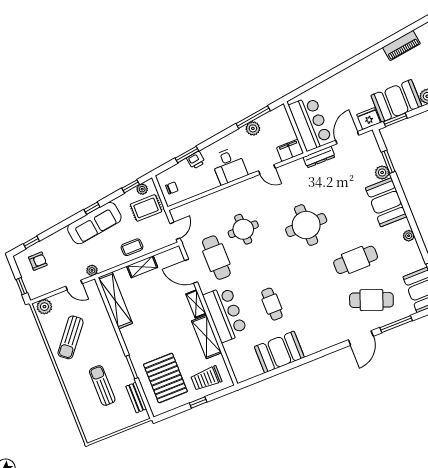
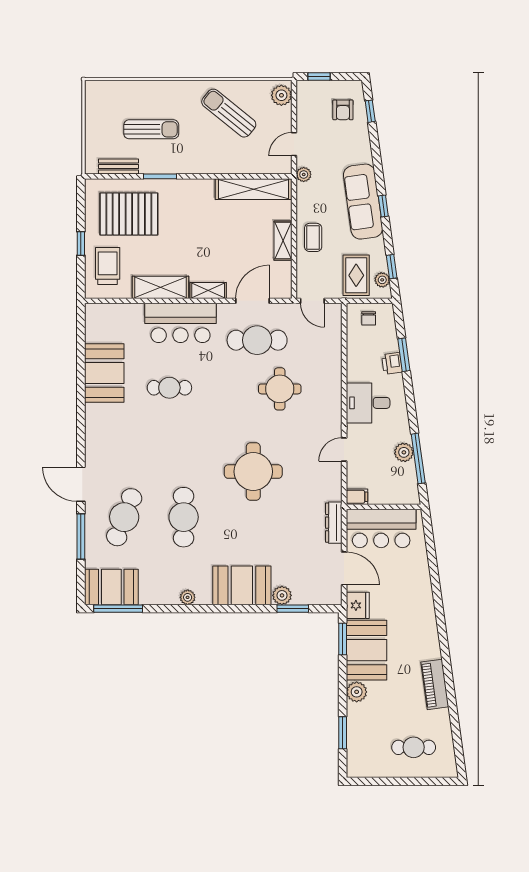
filing cabinet: (290, 150) -> (357, 497), width x0.50

